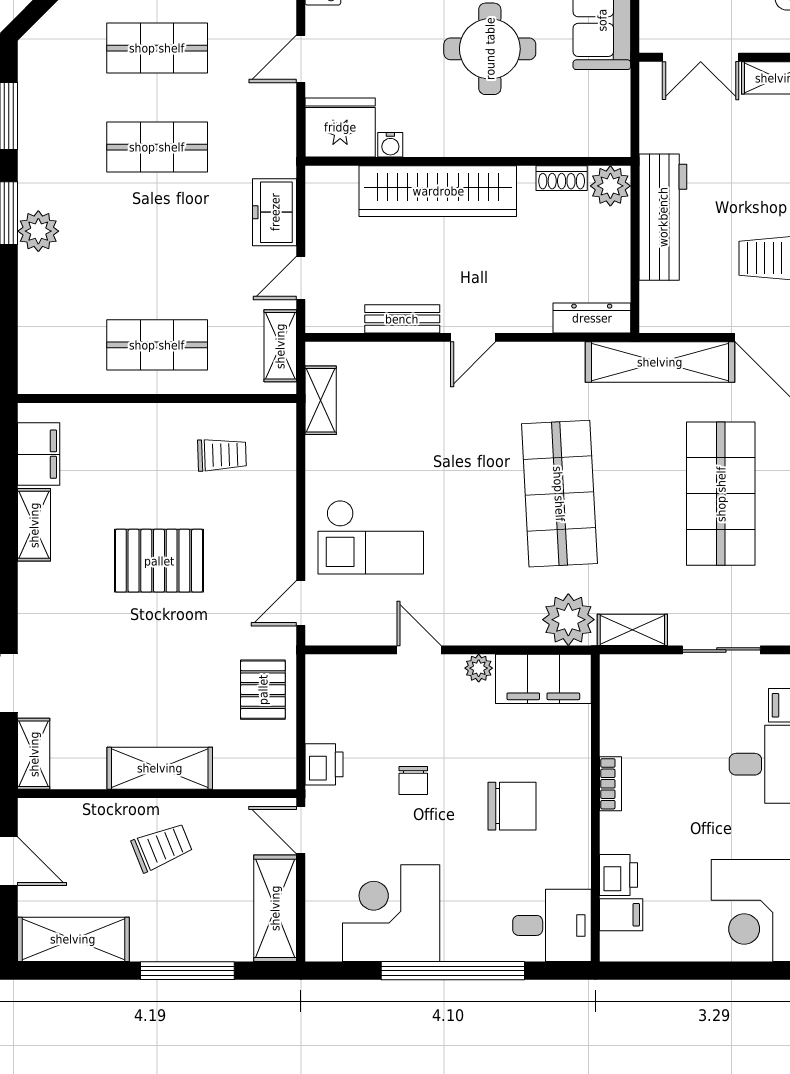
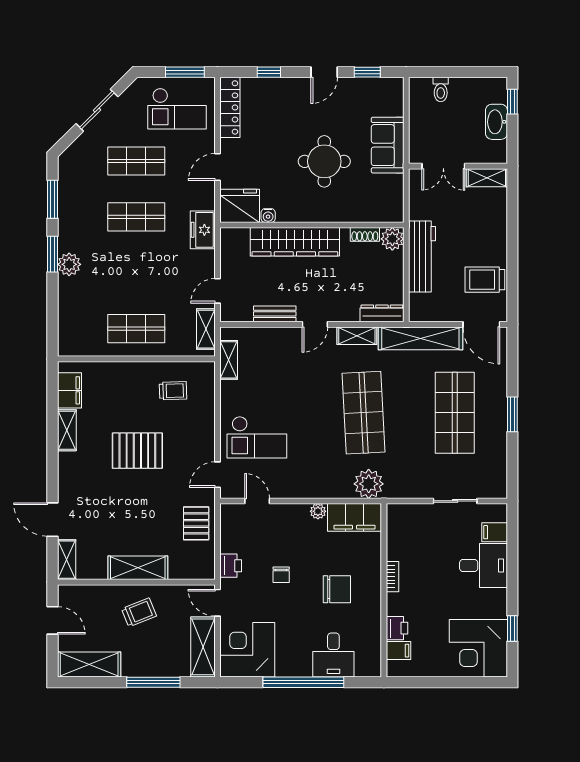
freezer: (275, 212) -> (203, 230), moved
shelving: (632, 630) -> (357, 336), moved
door: (419, 650) -> (257, 501), moved
corner desk: (391, 913) -> (247, 650), moved
desk: (552, 925) -> (333, 655), moved, turned 90

